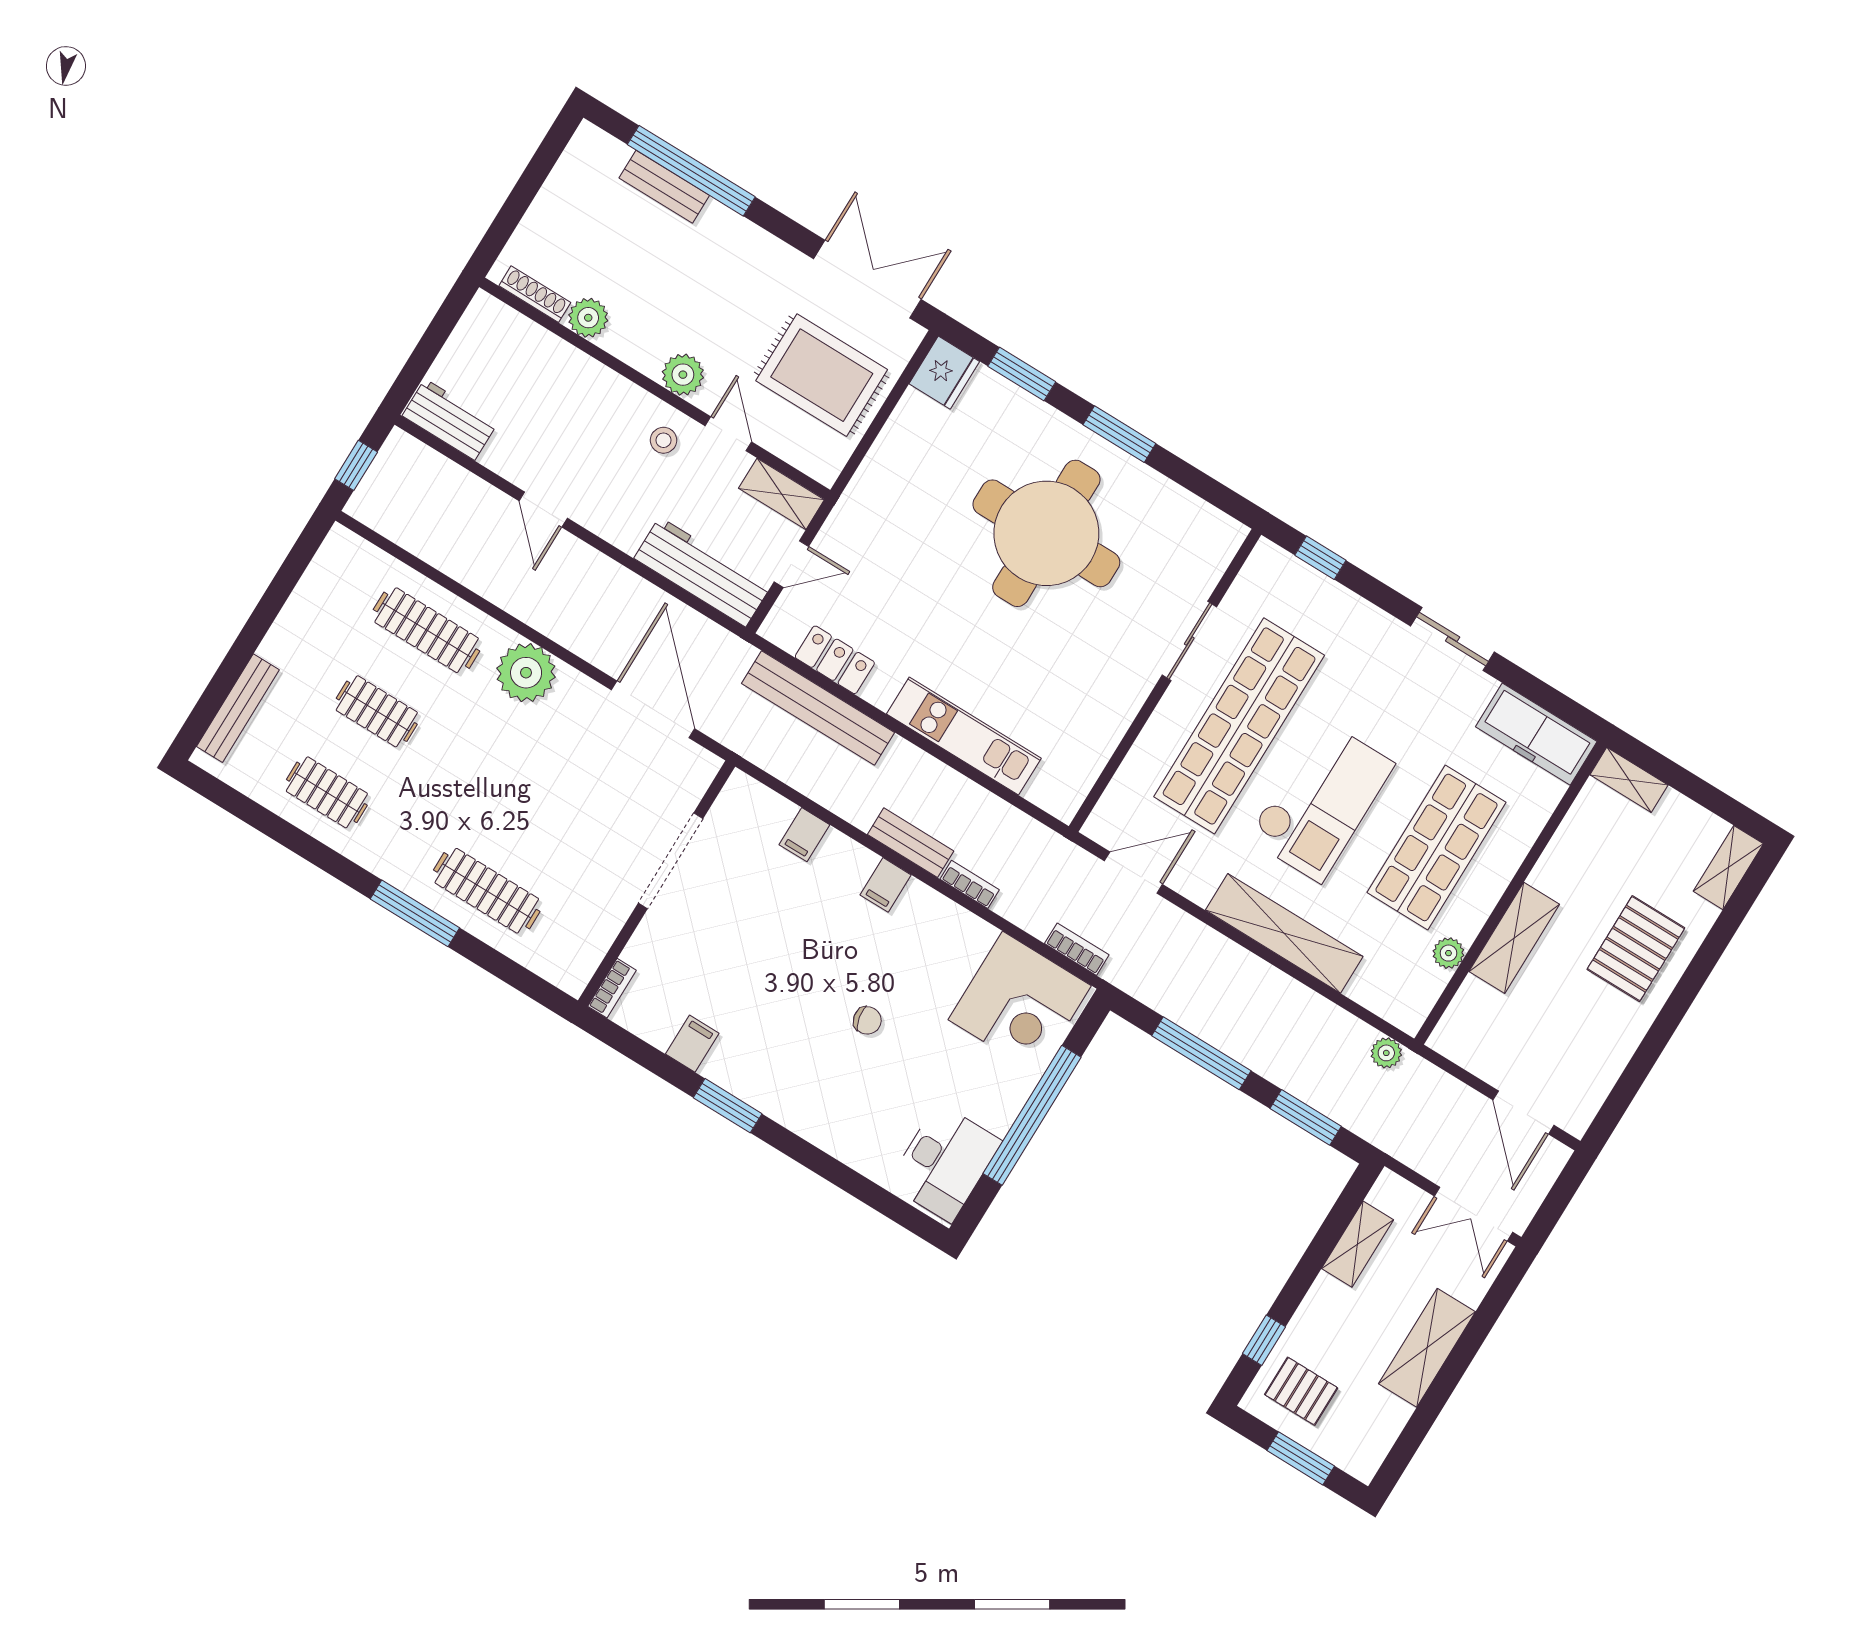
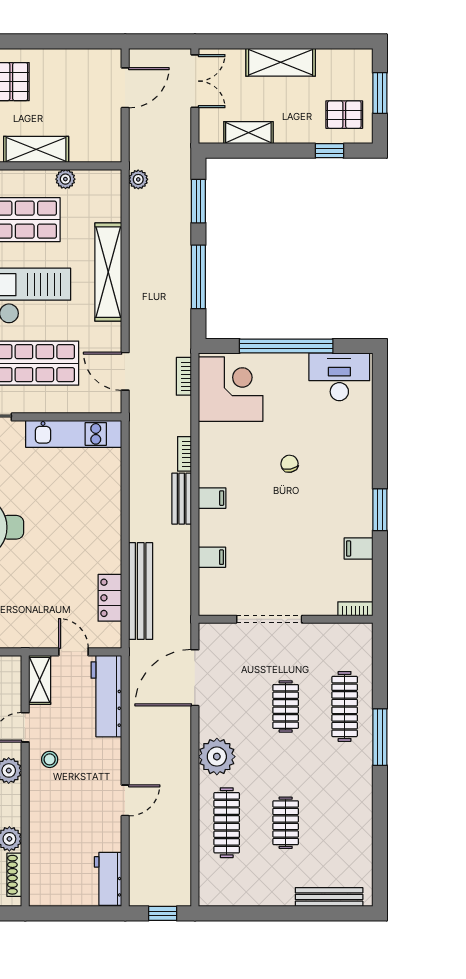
kitchen unit: (964, 736) -> (74, 434), moved, turned -90
clothes rail: (327, 792) -> (286, 706), moved
pallet: (1301, 1391) -> (344, 115), turned 90

